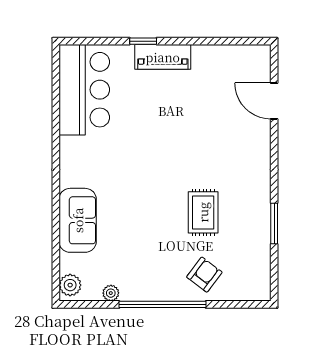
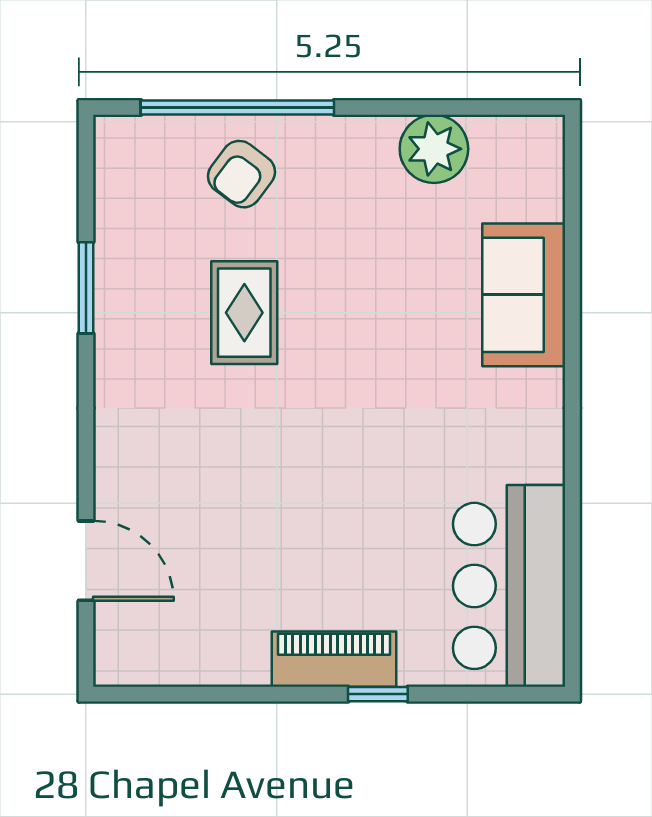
plant: (70, 285) -> (540, 151), removed
plant: (111, 293) -> (434, 149), width x1.88, depth x1.88
window: (163, 304) -> (237, 108), moved

